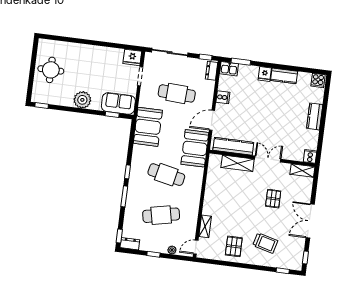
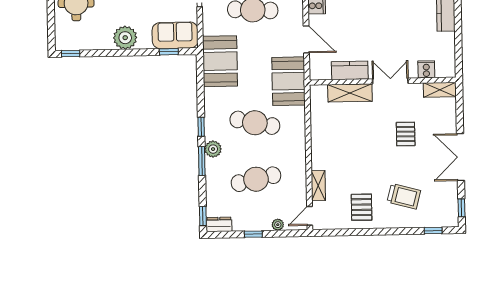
door: (212, 120) -> (306, 39), swing flipped
kitchen counter: (233, 146) -> (350, 70), width x0.67
cooker: (310, 156) -> (426, 69), moved
plant: (134, 189) -> (213, 149), added

